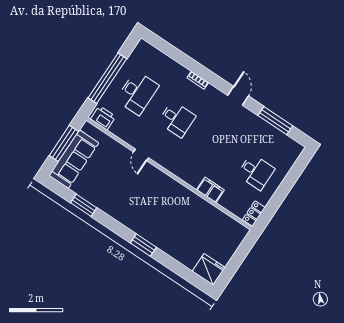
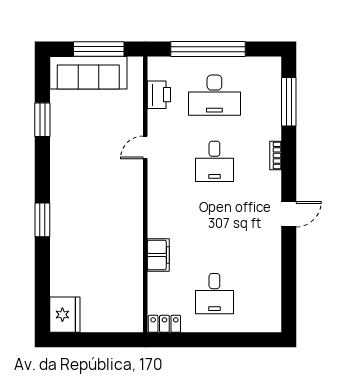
printer: (103, 118) -> (159, 95), moved
window: (275, 121) -> (289, 102), moved

